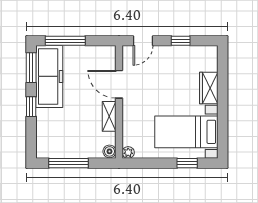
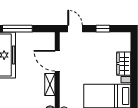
door: (143, 41) -> (75, 29), swing flipped

